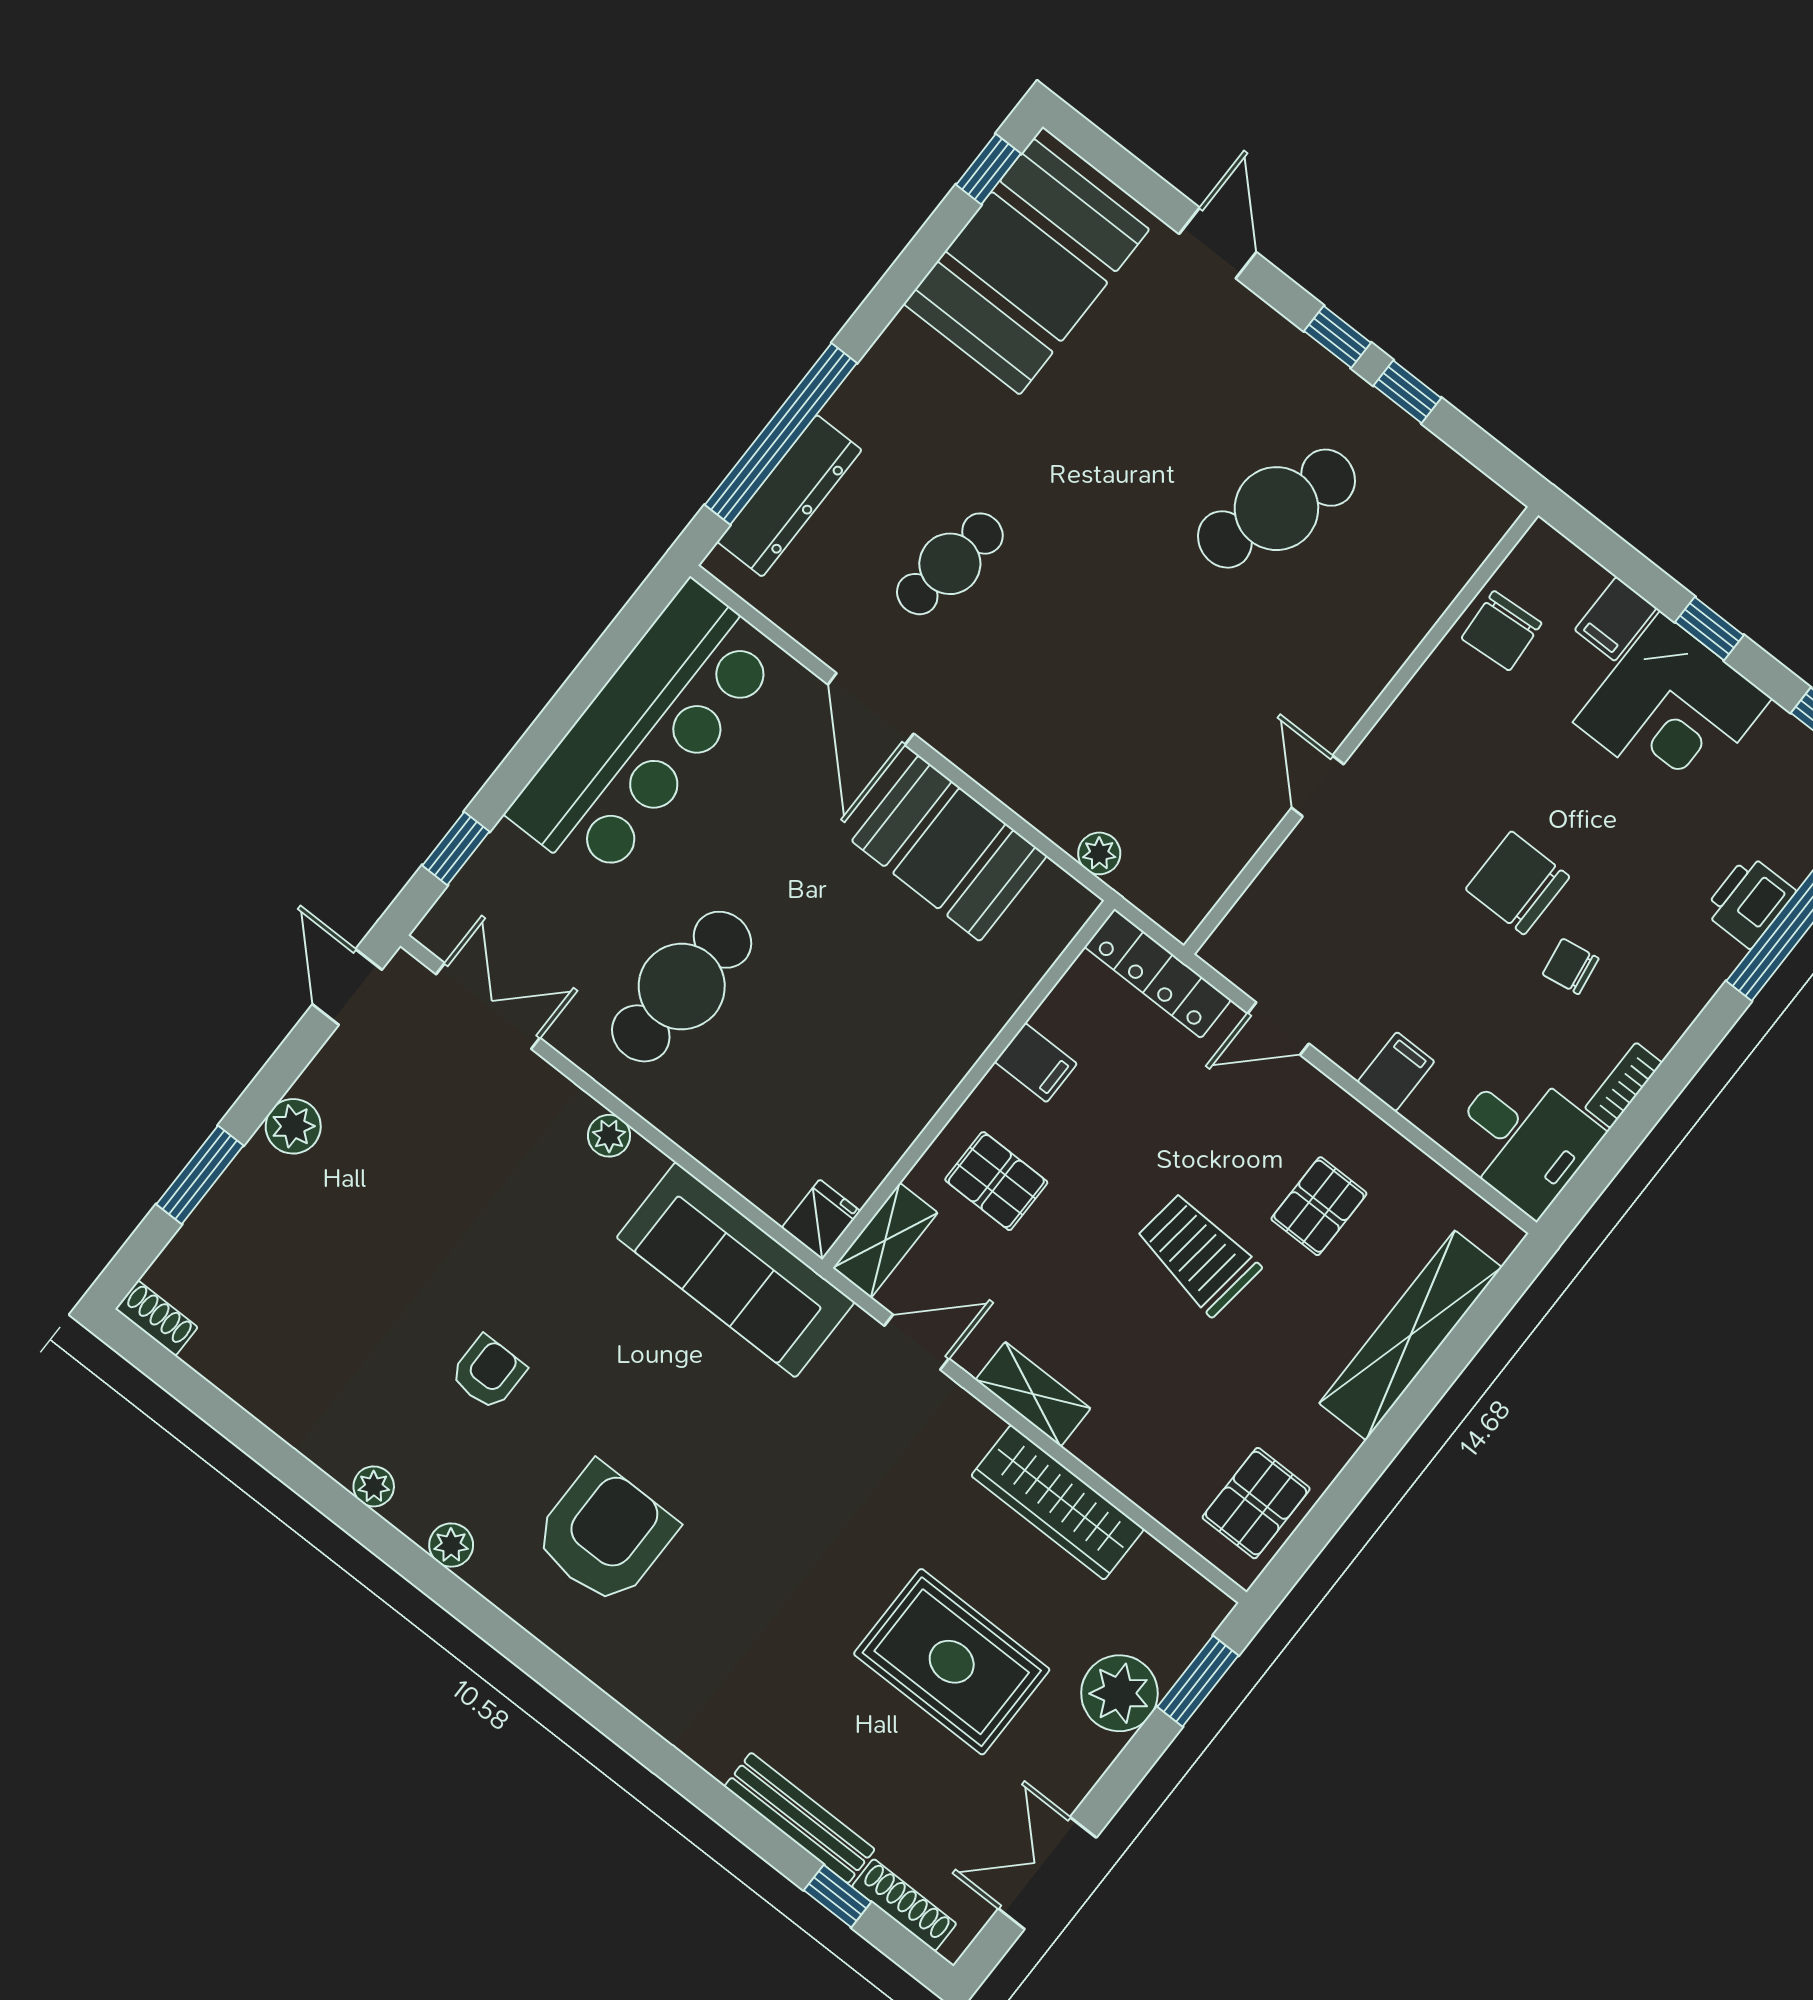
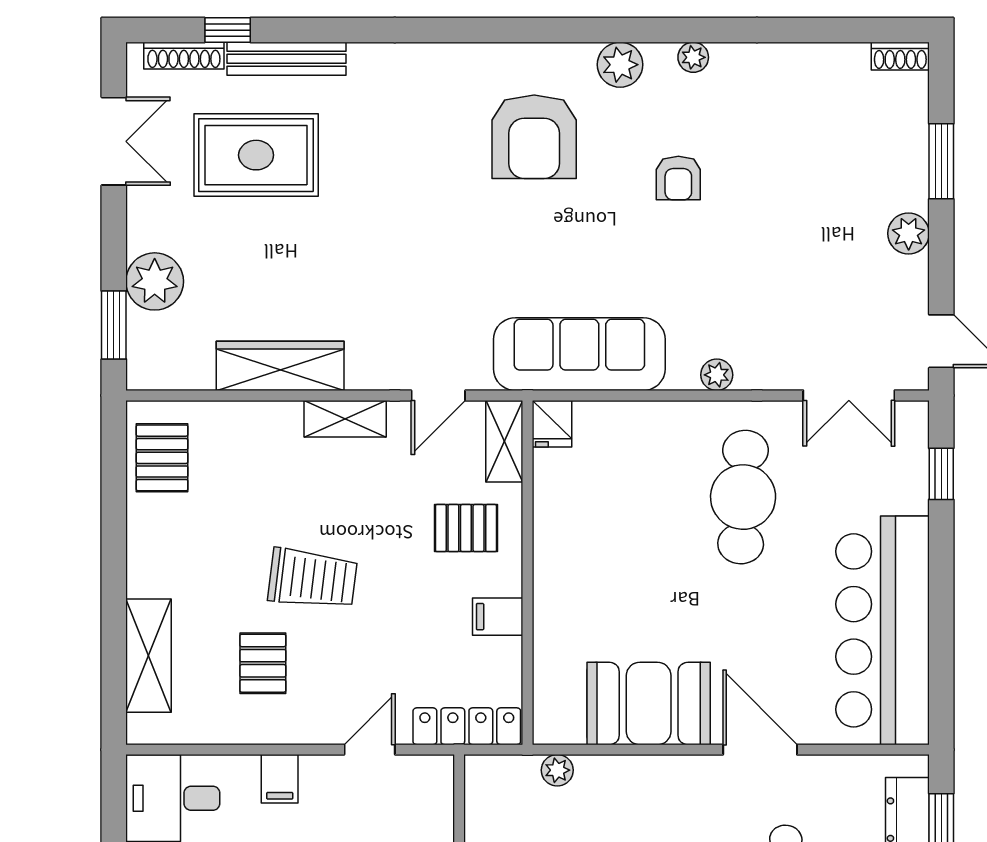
shelving: (1410, 1335) -> (149, 656), width x0.68
plant: (451, 1545) -> (620, 65), width x1.38, depth x1.38
rug: (952, 1662) -> (256, 155), moved

